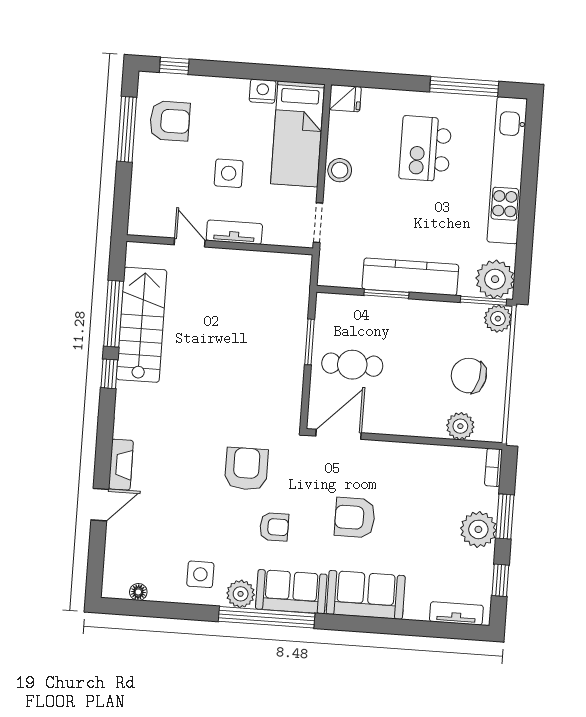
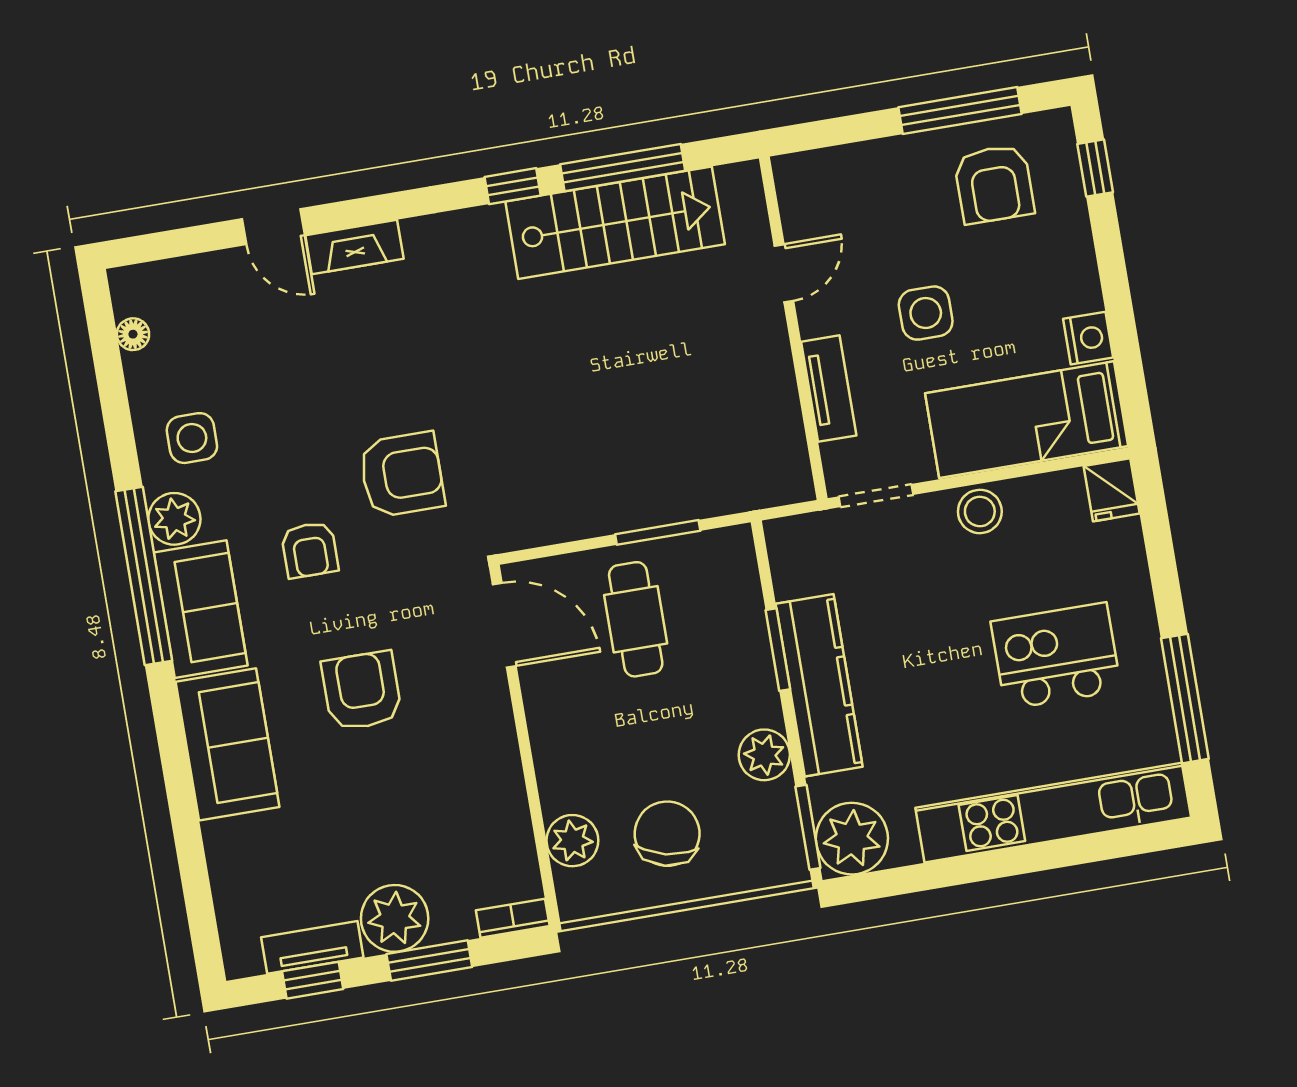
tv unit: (234, 232) -> (829, 389), moved
plant: (498, 319) -> (764, 755), moved
tv unit: (456, 613) -> (312, 947), moved, turned -90

